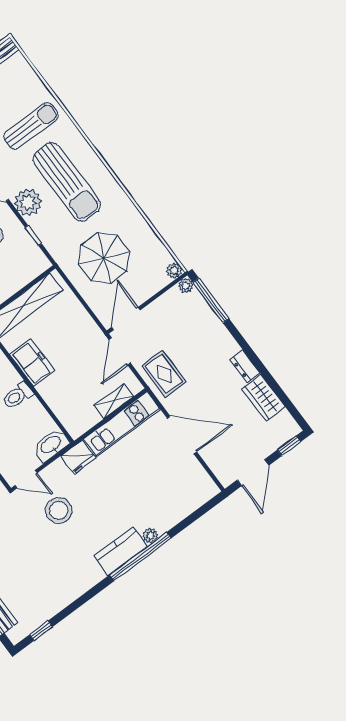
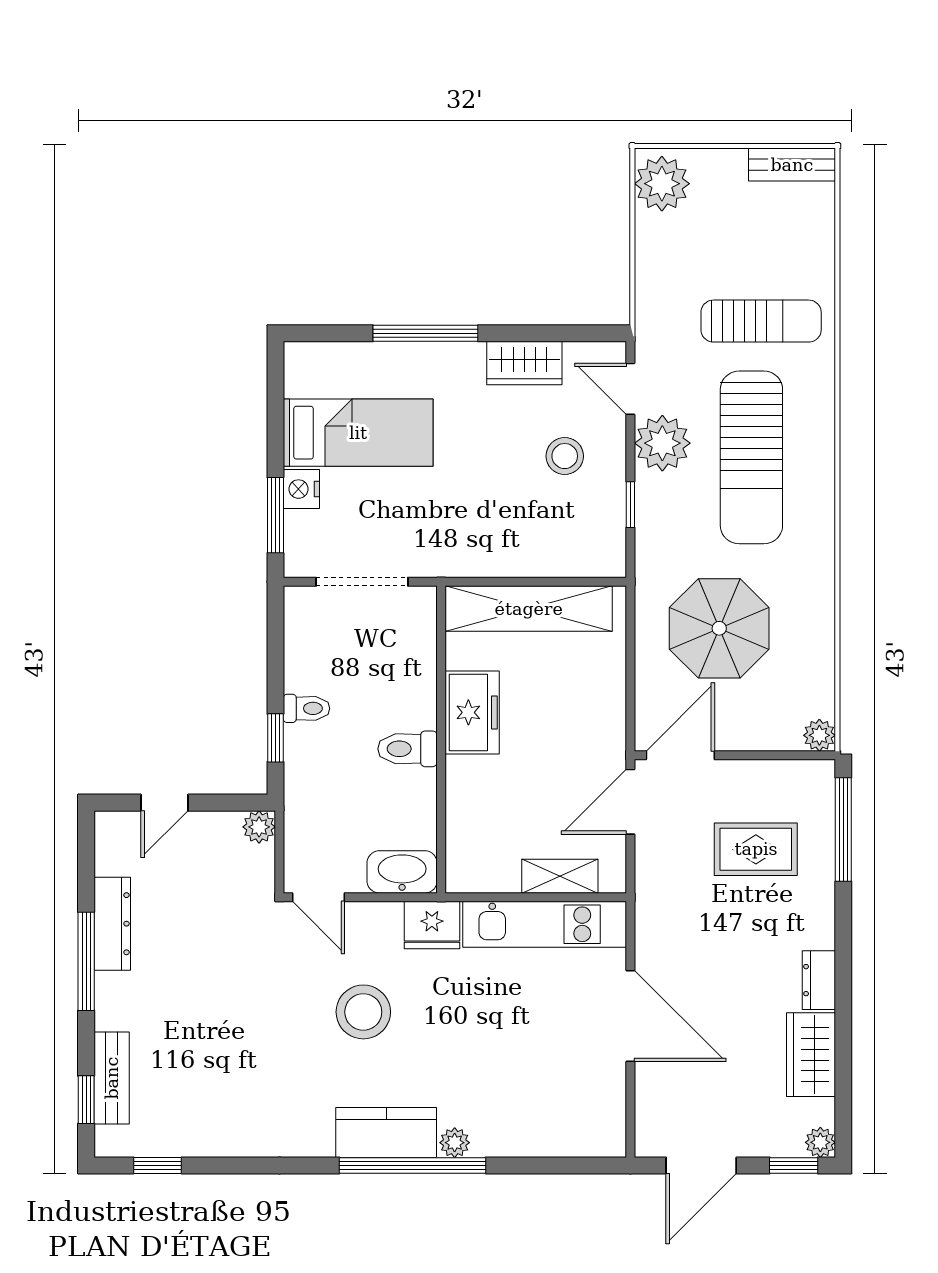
plant: (186, 286) -> (820, 1142), moved
rug: (164, 374) -> (756, 849), moved, turned 90
stool: (59, 510) -> (363, 1012), moved

